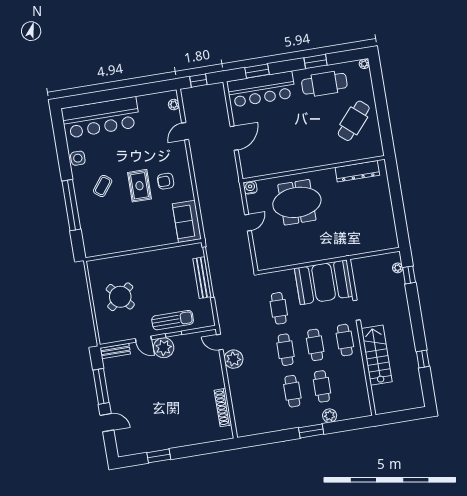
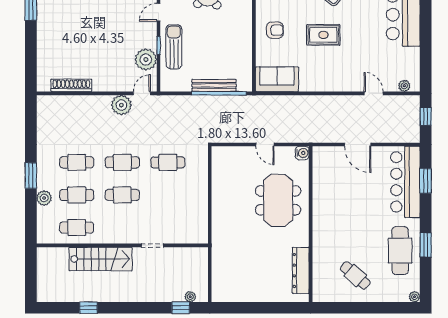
cafe table: (354, 121) -> (355, 275), width x0.73, depth x0.74
armchair: (166, 181) -> (275, 30), moved, turned 90
booth: (324, 282) -> (188, 215), removed
sun lounger: (173, 320) -> (174, 47), turned 180
cafe table: (345, 340) -> (77, 228), moved
plant: (164, 348) -> (146, 60), moved

